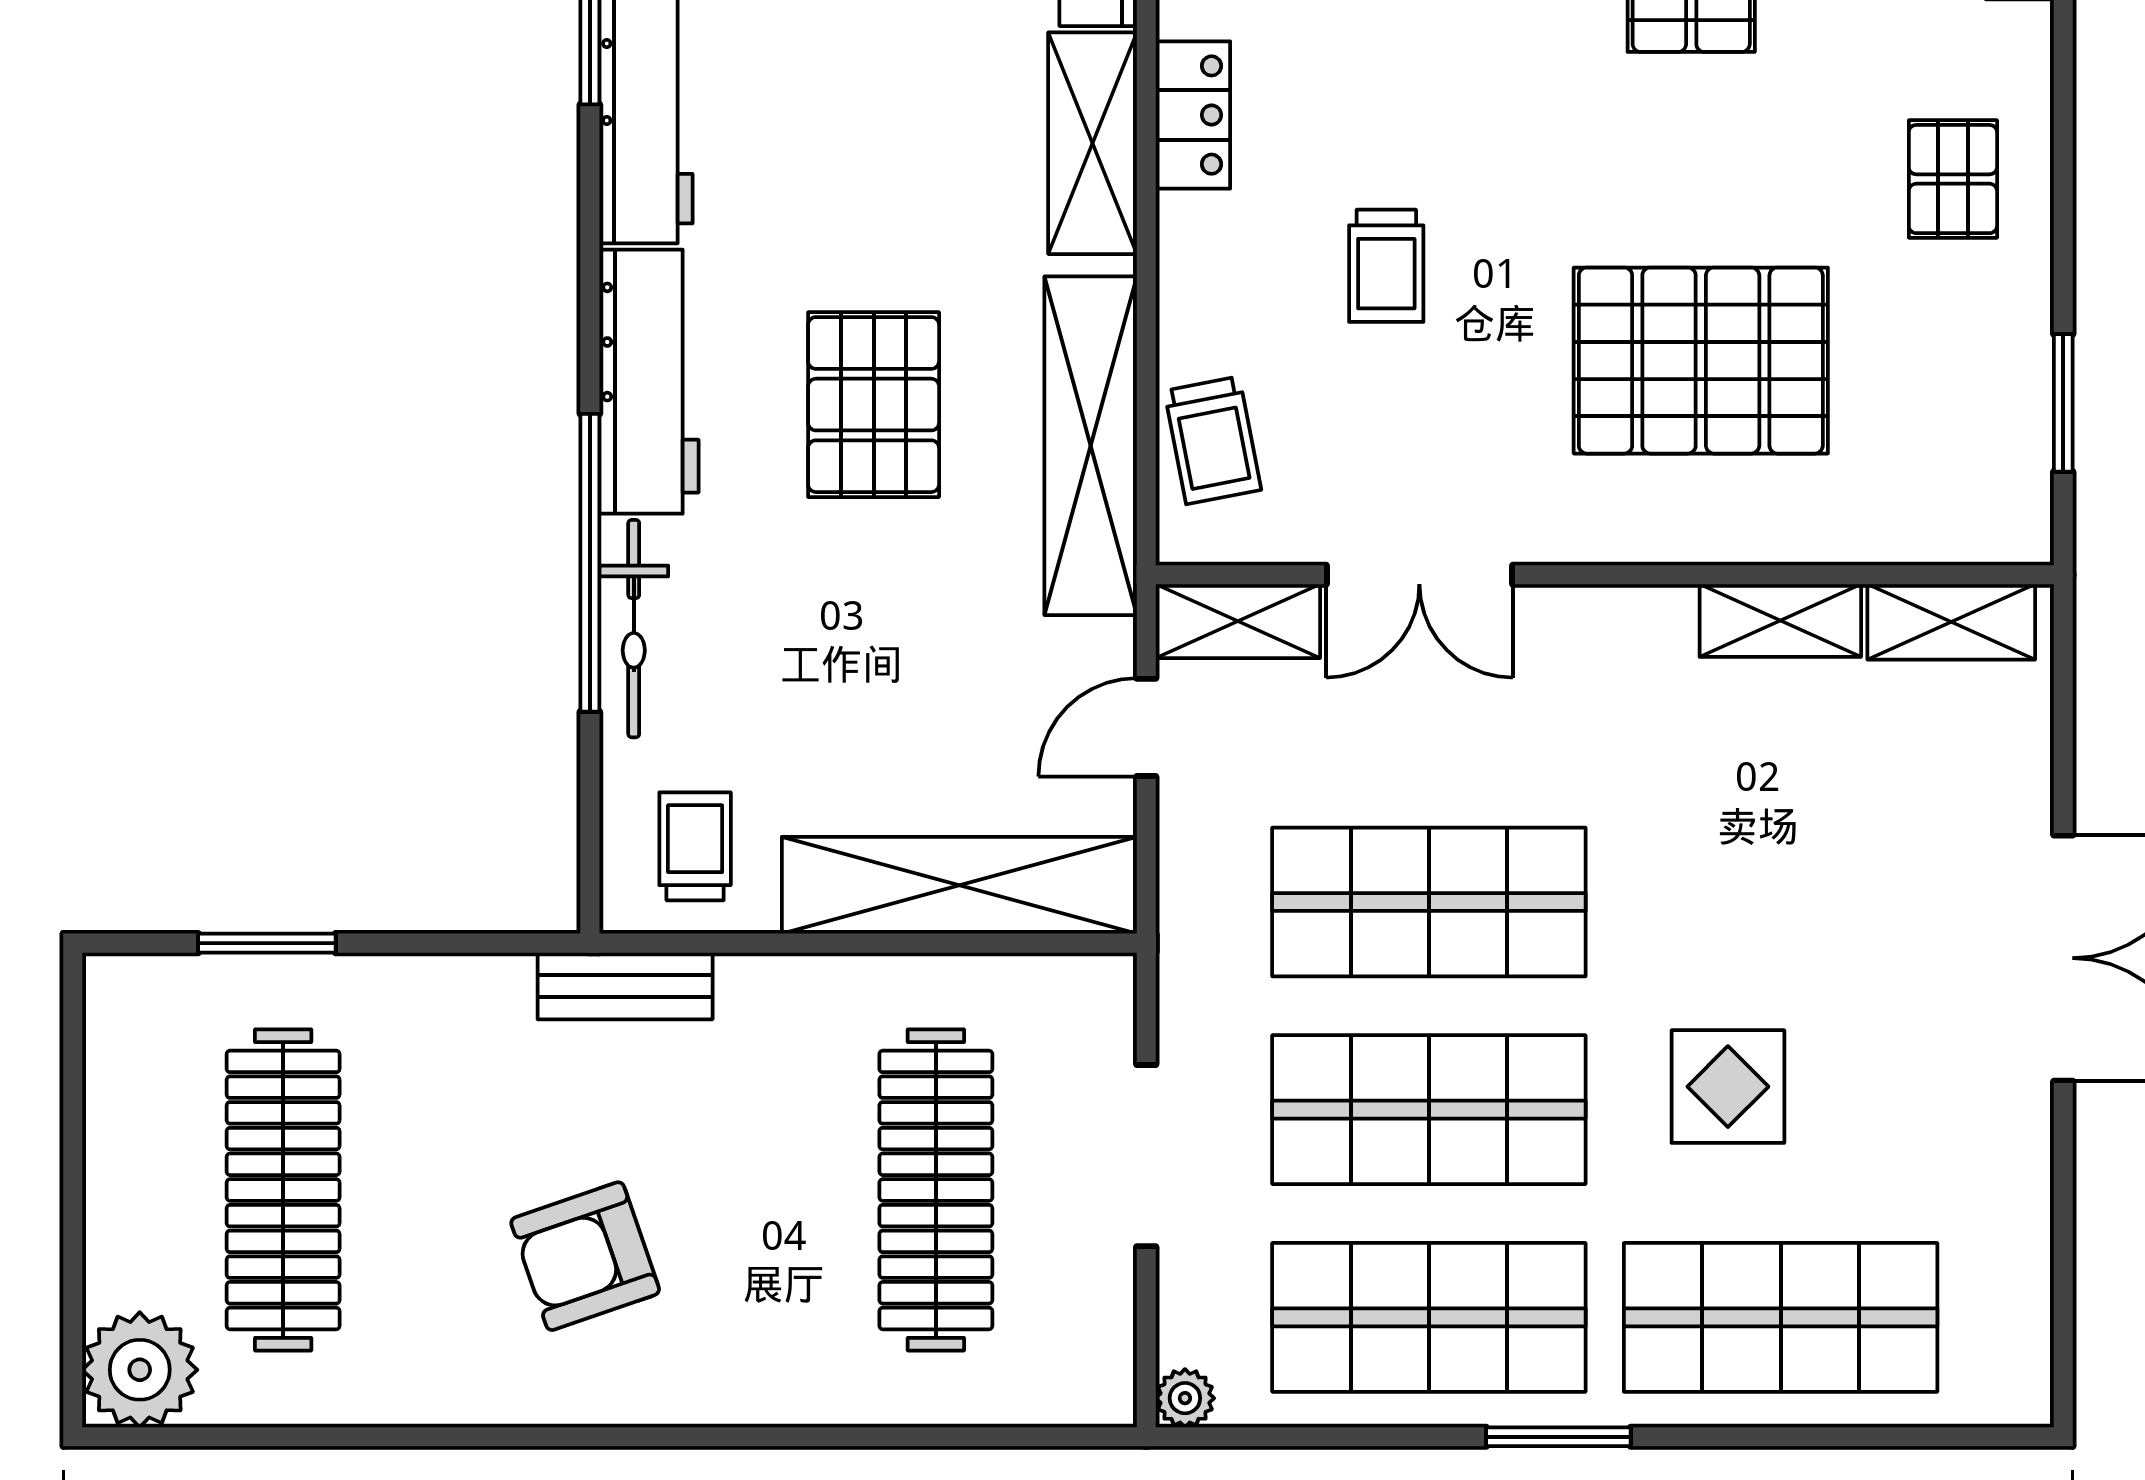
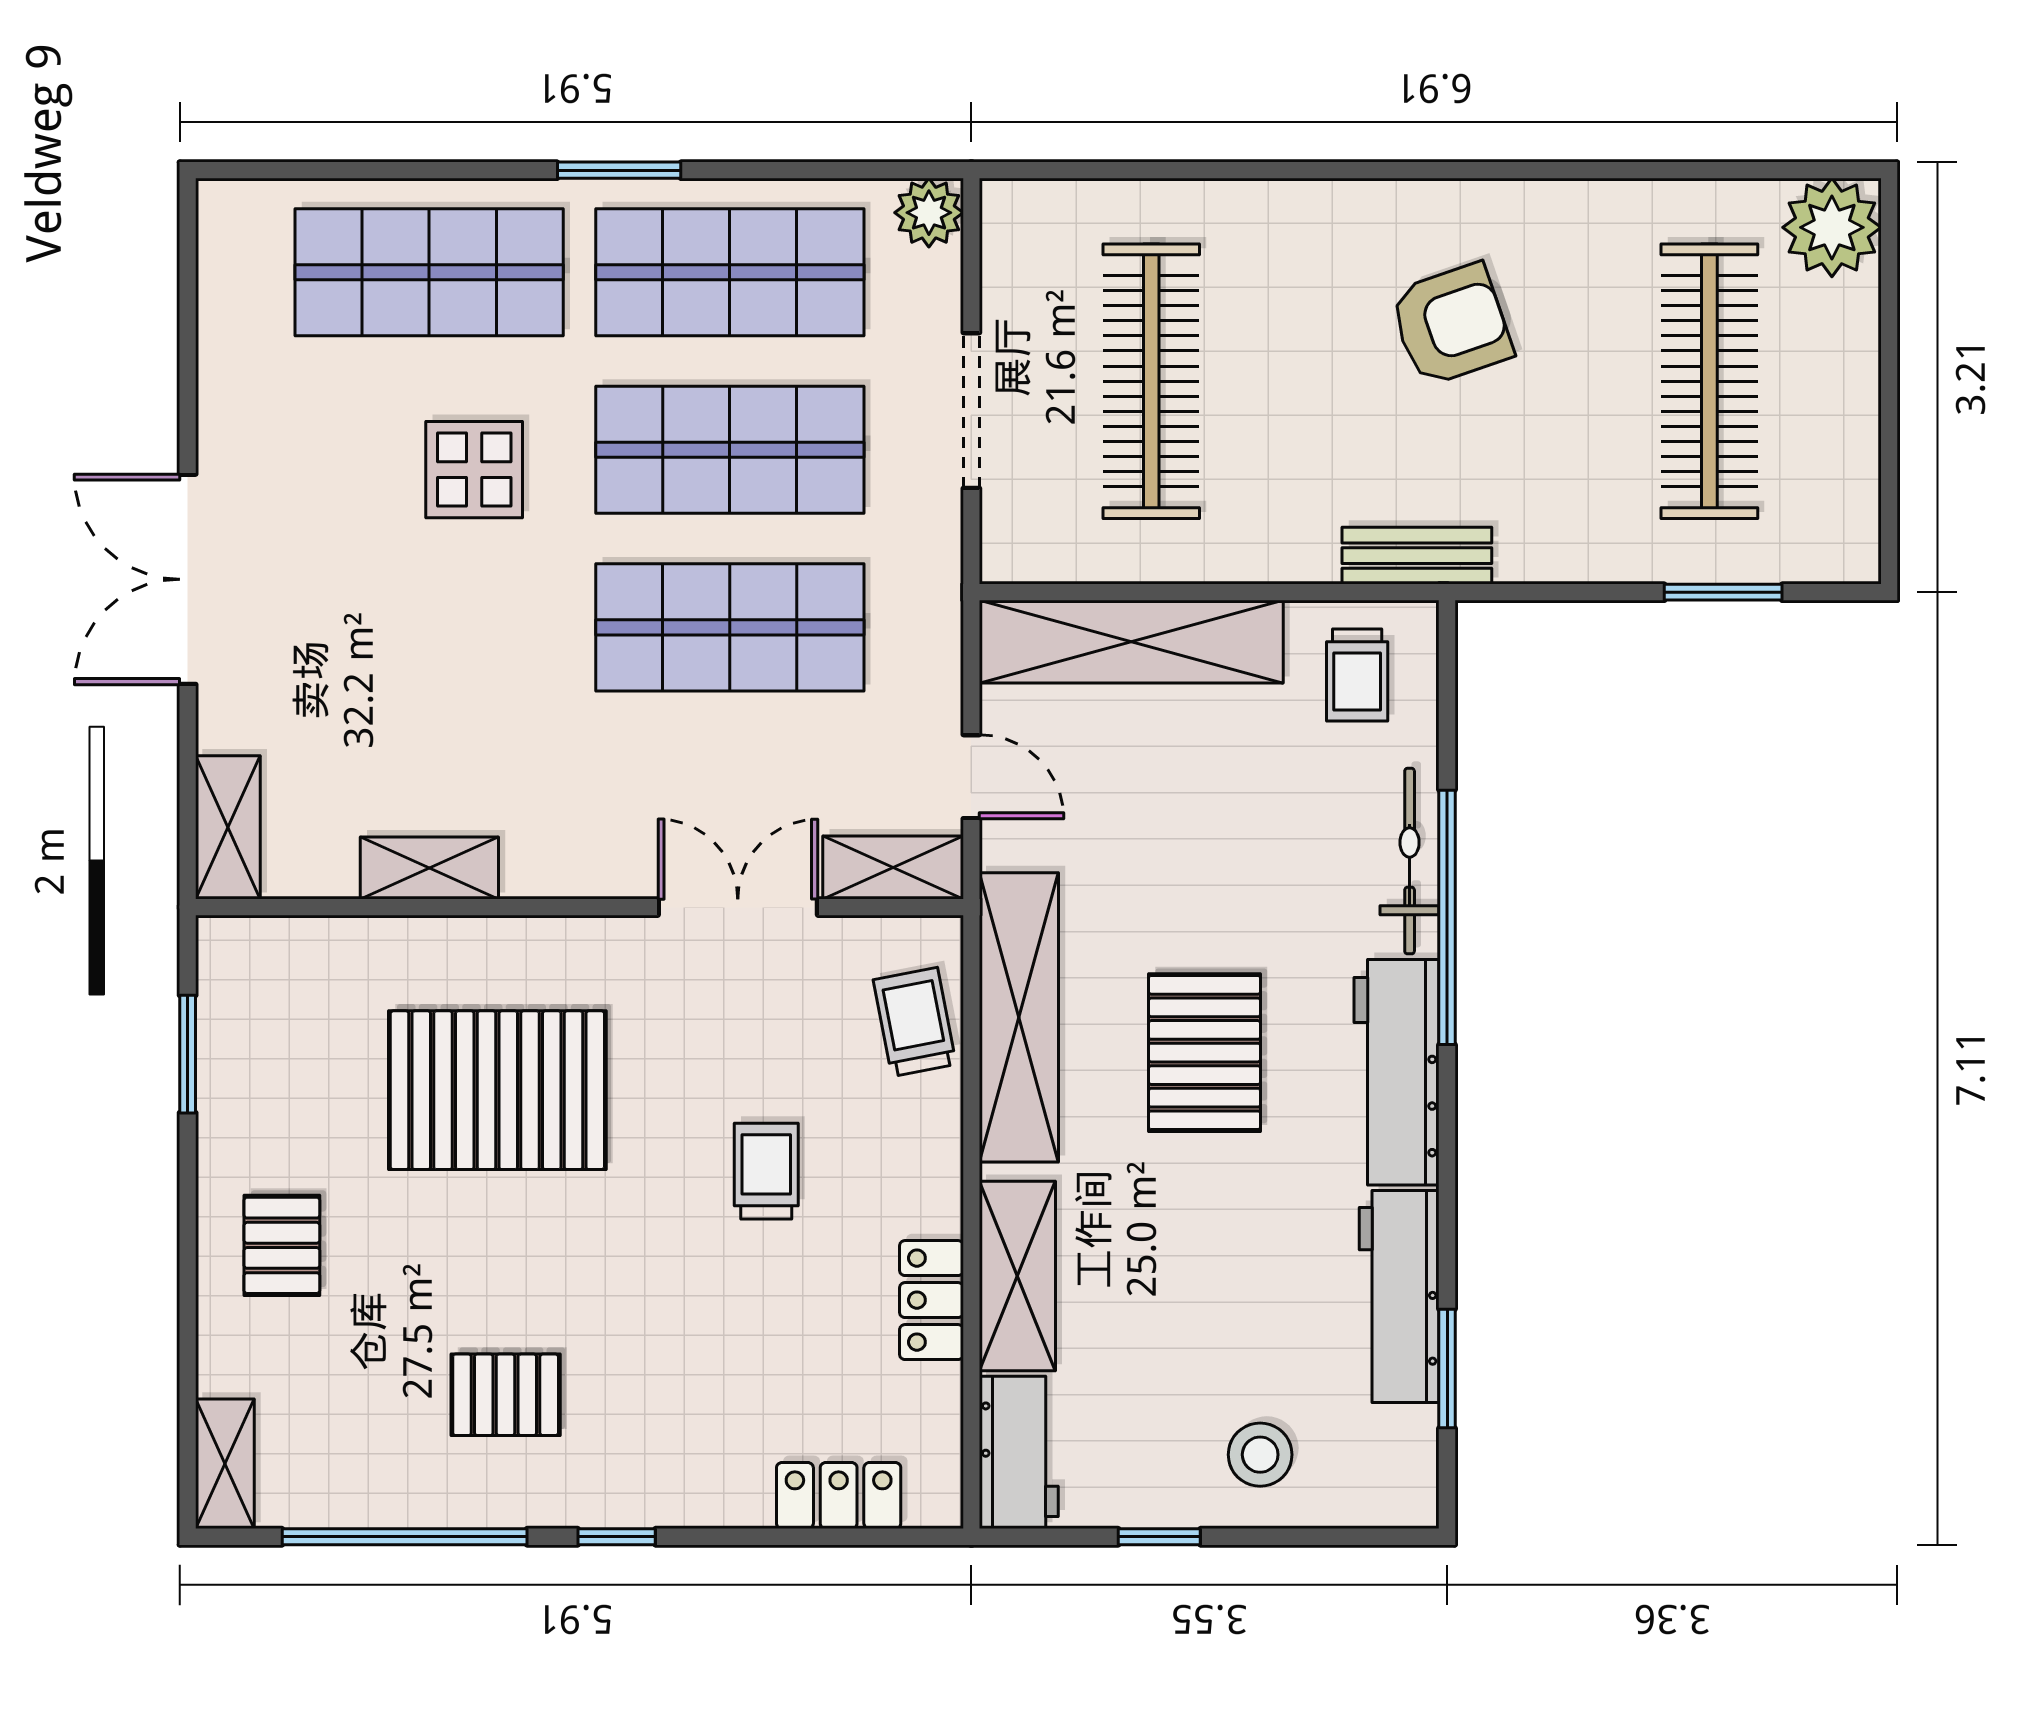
shelving: (1951, 622) -> (228, 827), moved, turned 90
door: (1146, 727) -> (971, 777), hinge flipped
plant: (1185, 1398) -> (929, 213), width x1.38, depth x1.38

